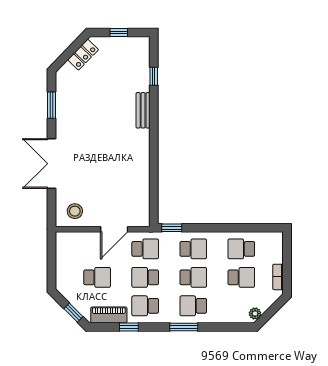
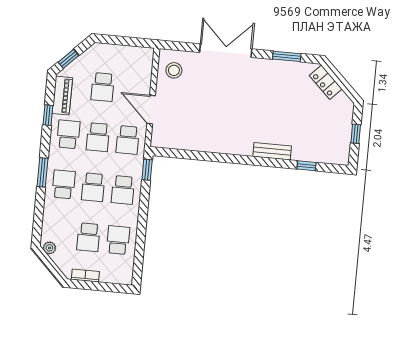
locker: (83, 55) -> (326, 82), moved
school desk: (145, 277) -> (98, 137), turned 180

